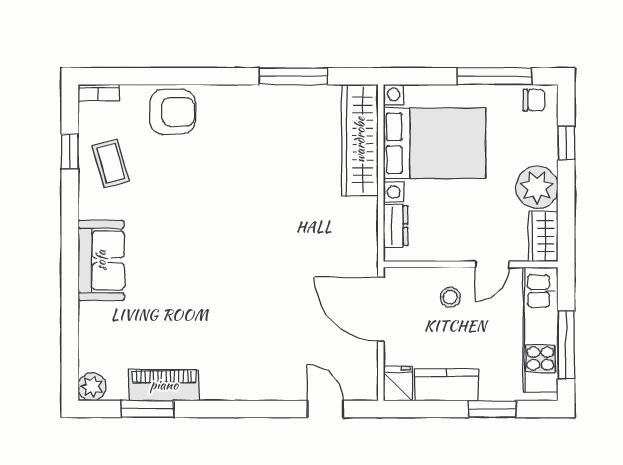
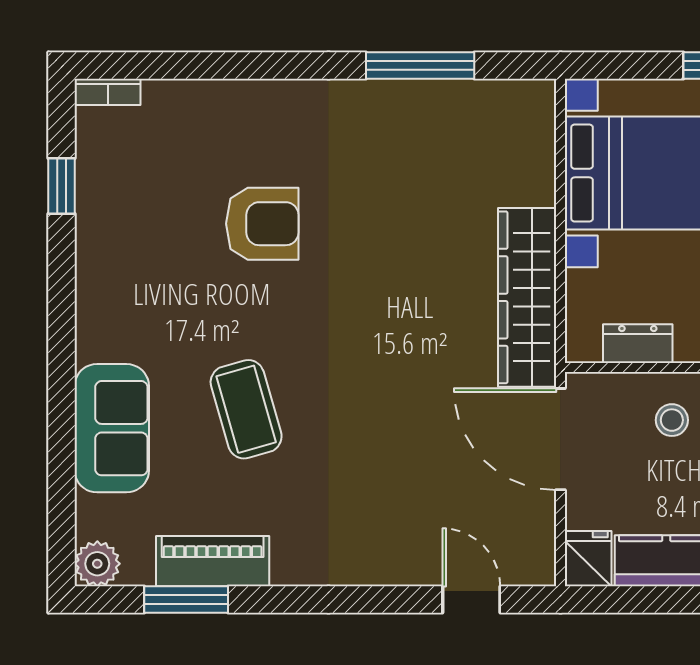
armchair: (173, 112) -> (262, 224), moved
wardrobe: (360, 140) -> (527, 297), moved
coffee table: (111, 163) -> (246, 409), moved, width x1.36, depth x1.30
dresser: (396, 226) -> (638, 344), moved, turned -90
sofa: (101, 260) -> (112, 428), moved

